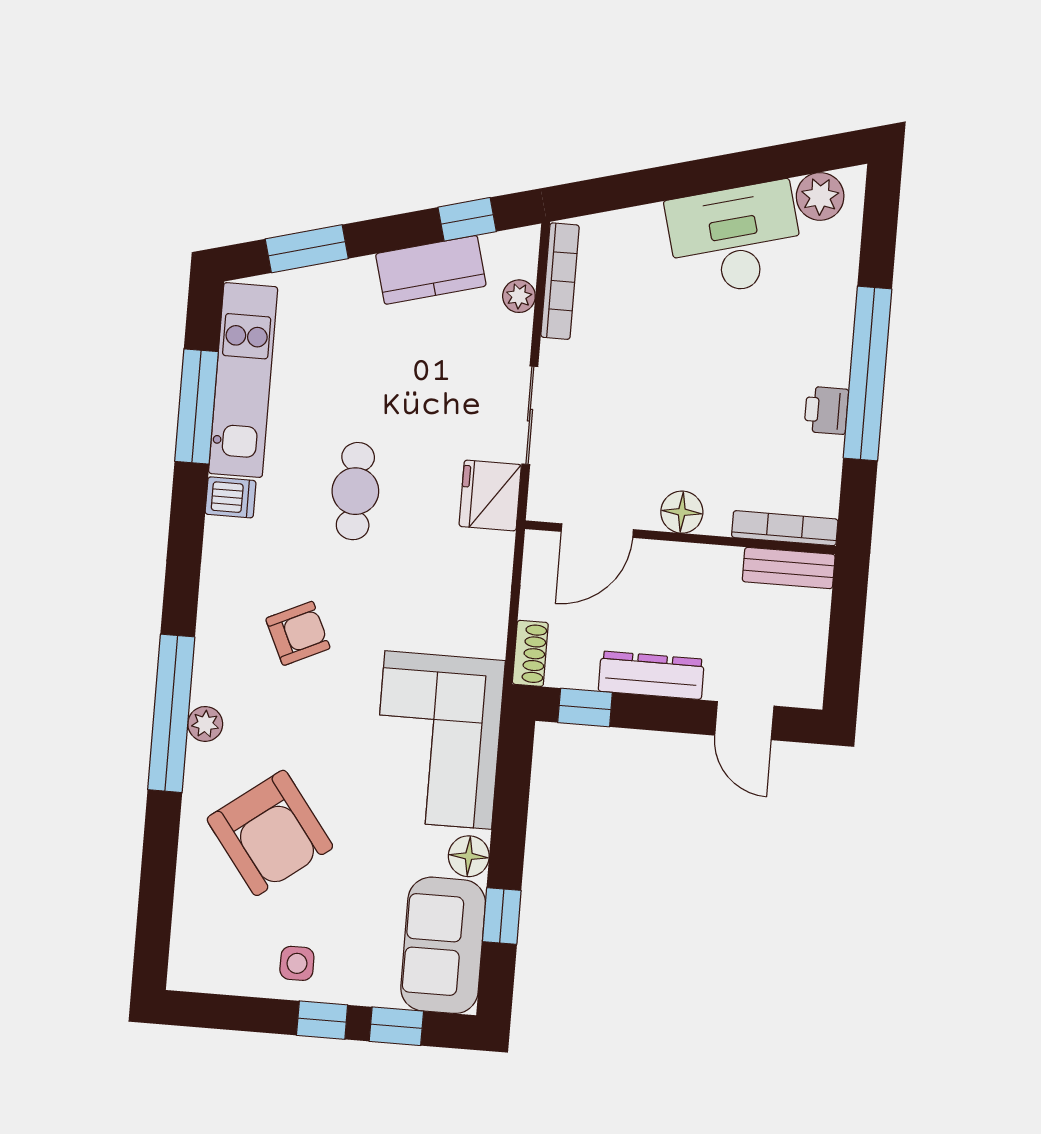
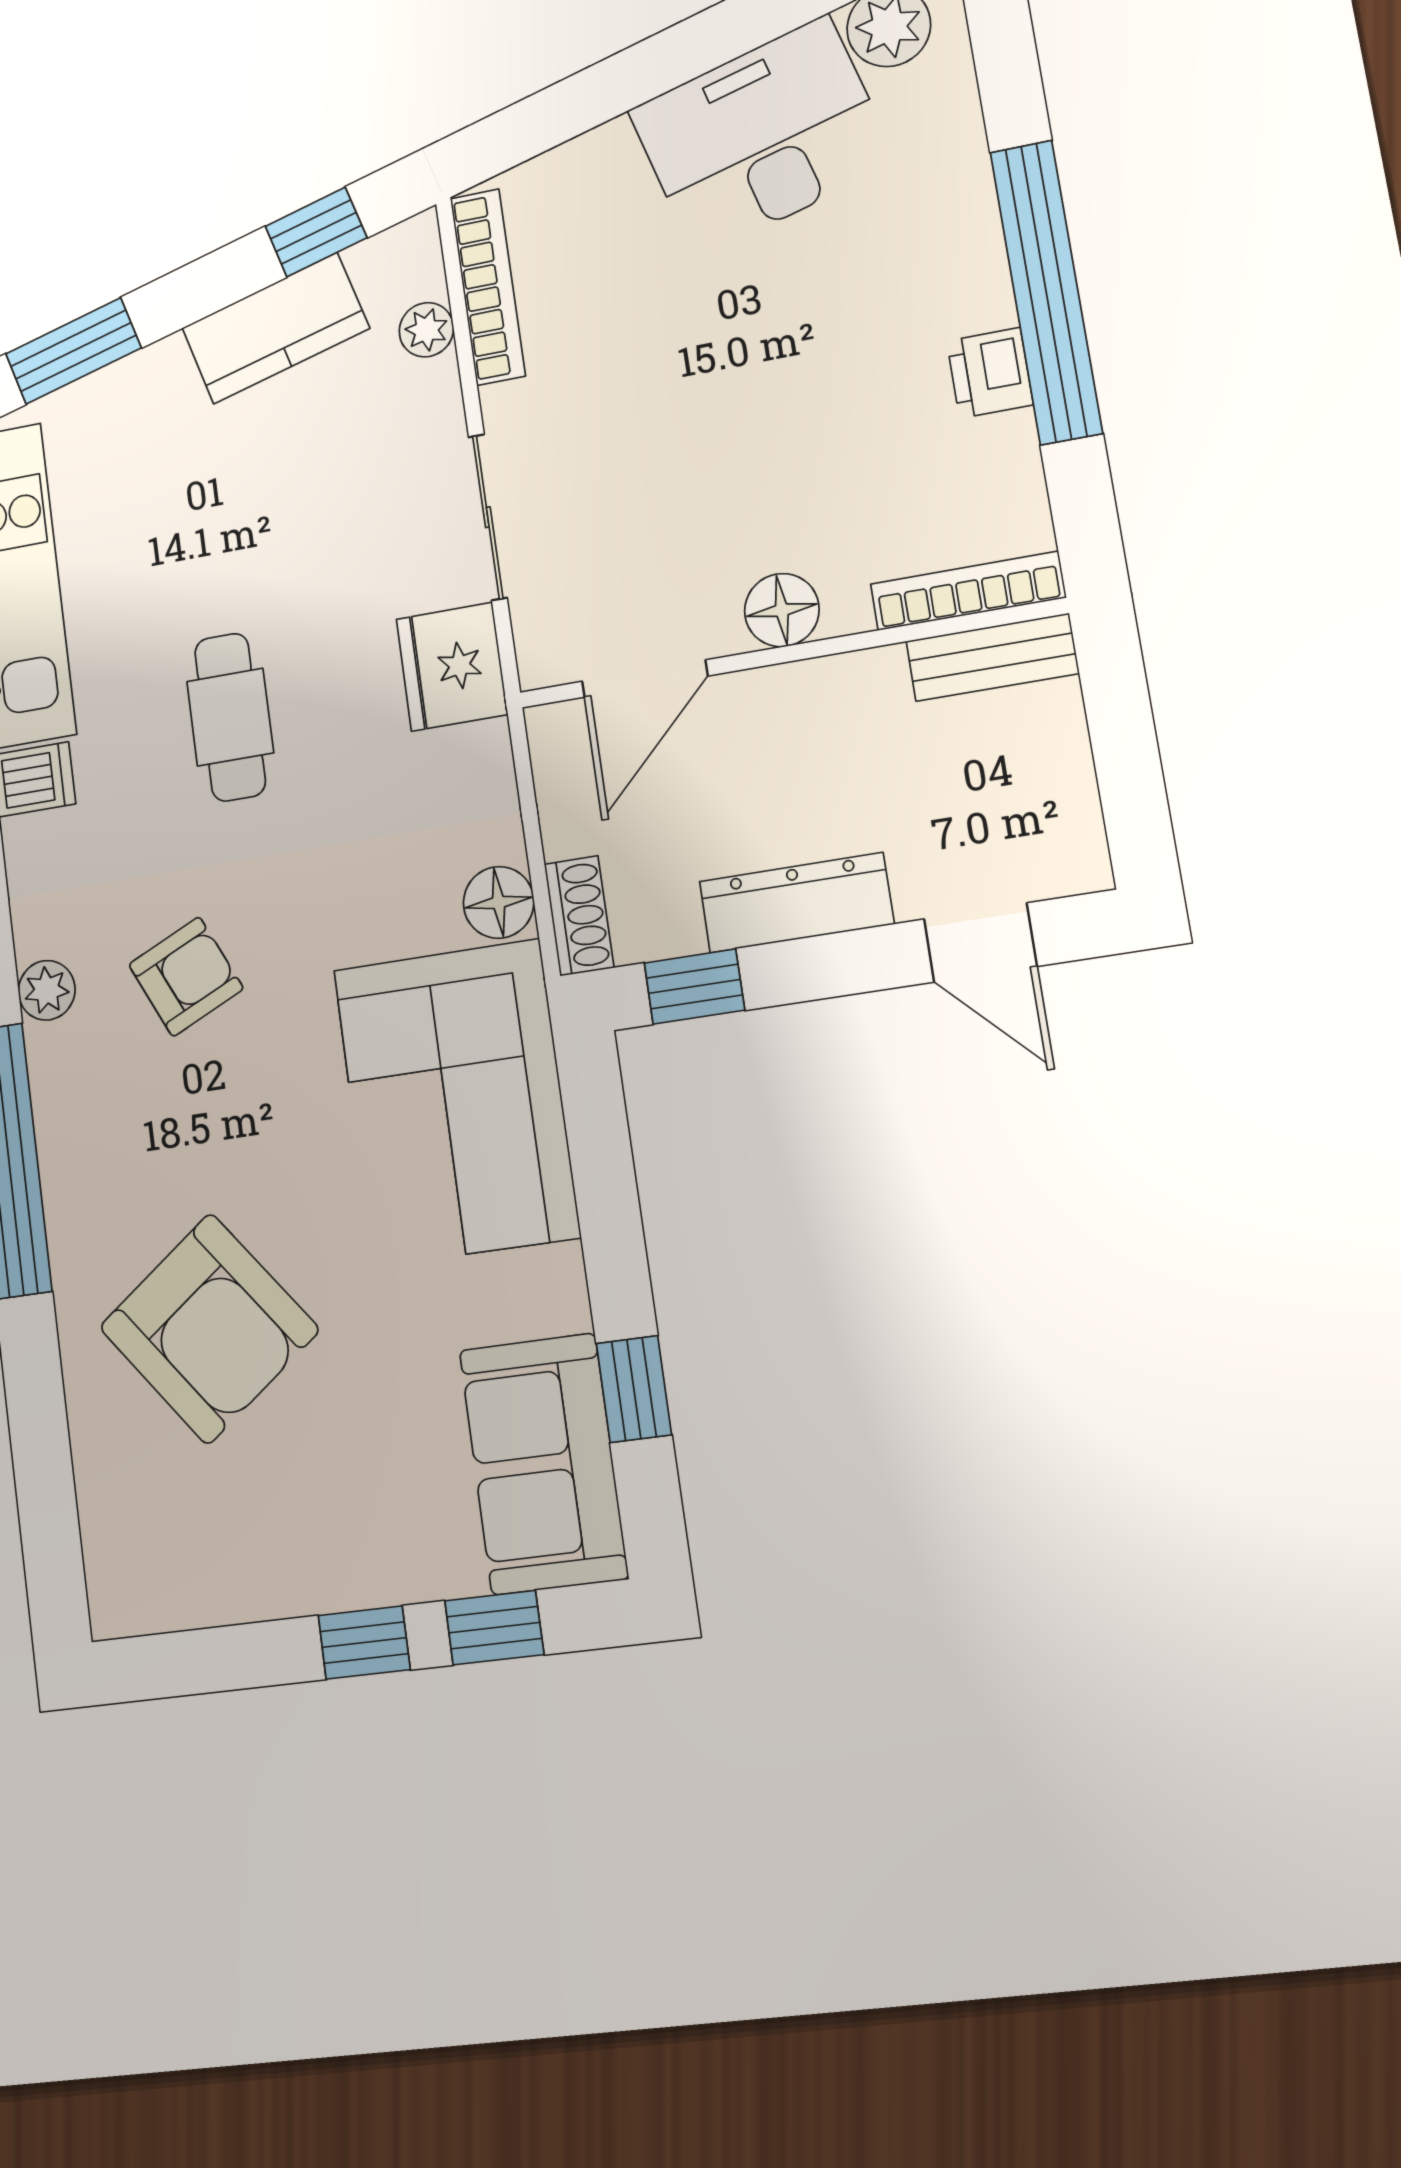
plant: (205, 724) -> (47, 990), moved
floor lamp: (469, 856) -> (499, 902), moved
side table: (297, 963) -> (301, 1549), removed

